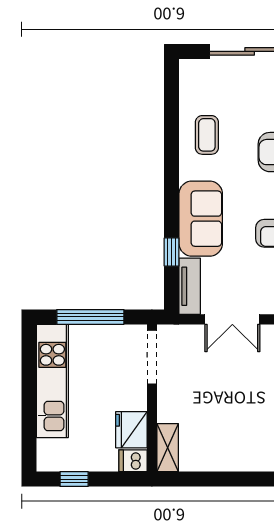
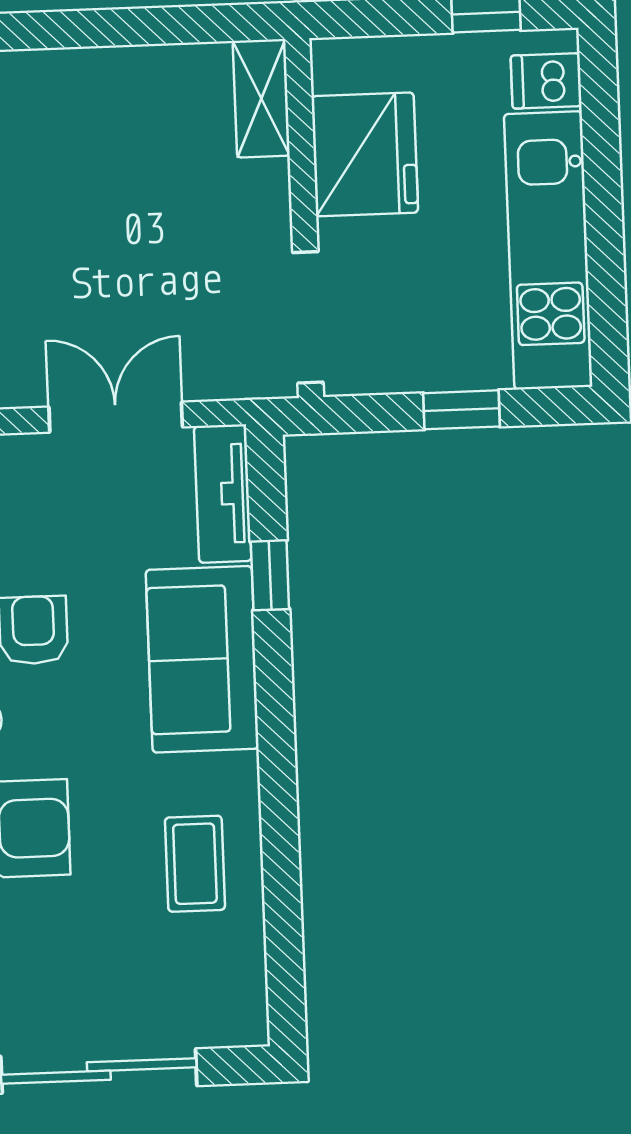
window: (90, 317) -> (462, 410), width x0.46
fridge: (131, 430) -> (365, 154), width x1.36, depth x1.34
dishwasher: (133, 461) -> (546, 81), moved, turned 180

